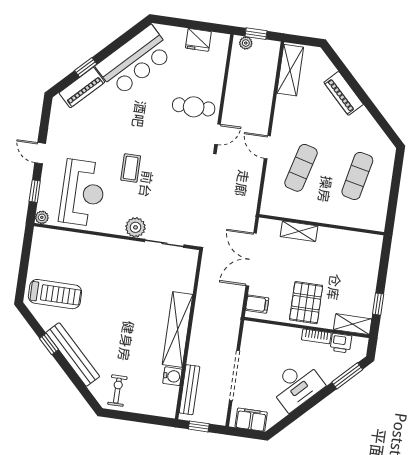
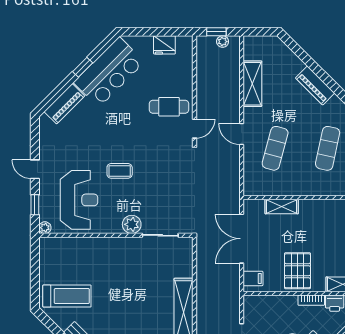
plant: (246, 43) -> (223, 42), moved
window: (86, 67) -> (83, 67), moved
shelving: (290, 70) -> (252, 84), moved
piano: (344, 93) -> (315, 85), moved
coffee table: (131, 168) -> (120, 171), turned 90

